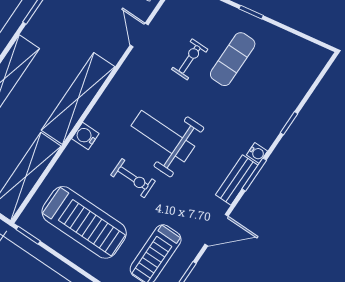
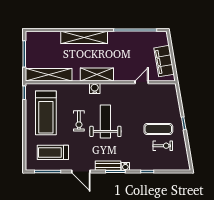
exercise bike: (190, 59) -> (163, 146), moved
shelving: (78, 98) -> (97, 75), width x0.68
water cooler: (85, 136) -> (95, 88), moved

